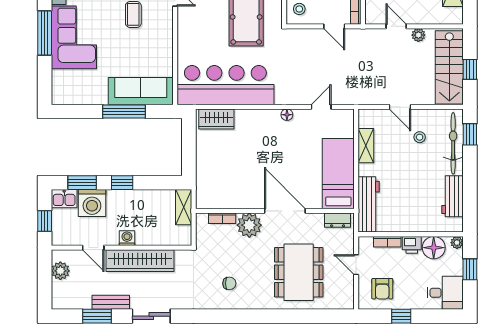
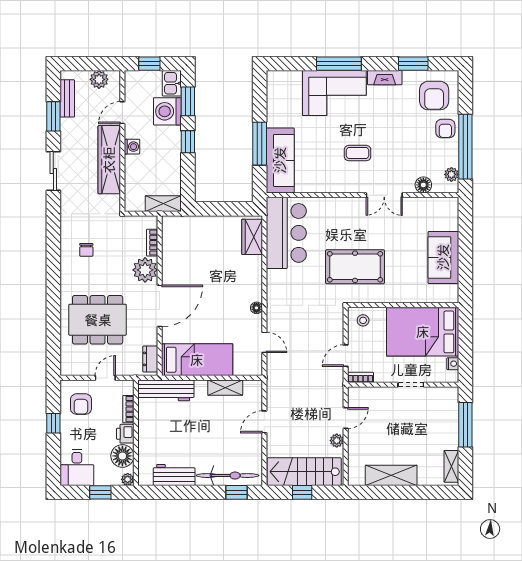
bar counter: (225, 85) -> (286, 233), width x0.73
stool: (420, 137) -> (234, 442), removed
armchair: (382, 289) -> (81, 404), turned -90
bench: (111, 302) -> (67, 98), moved

